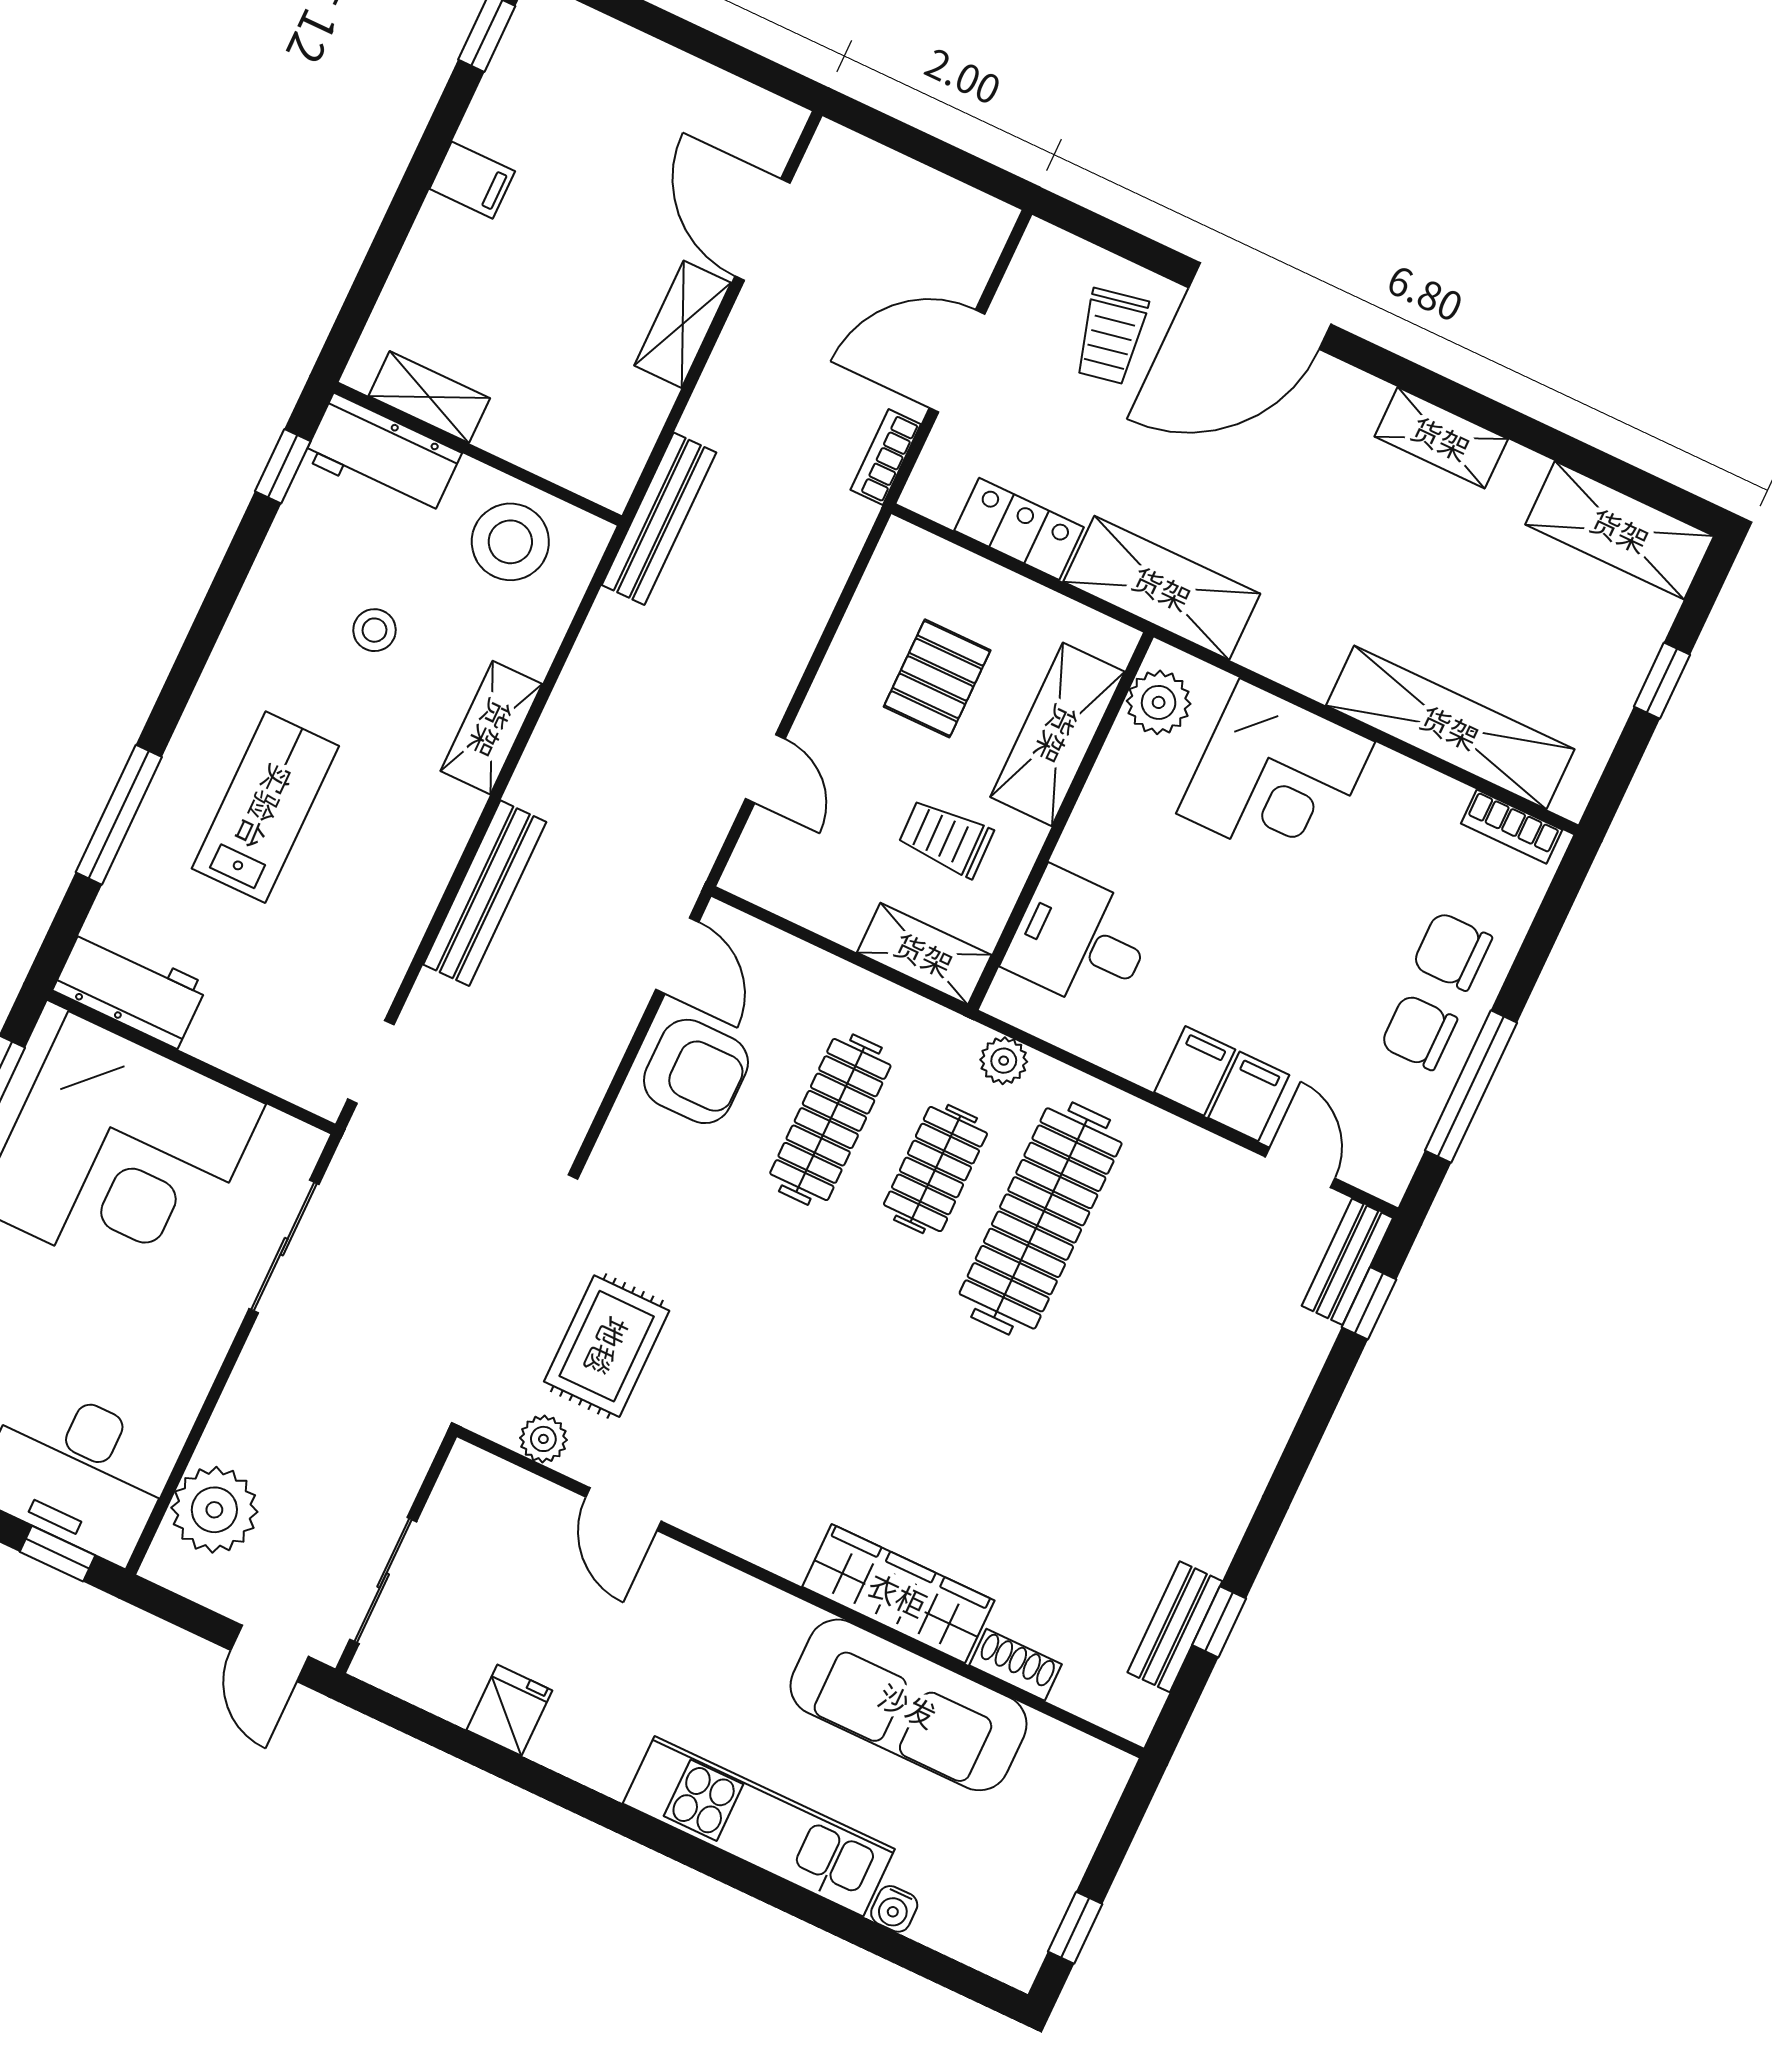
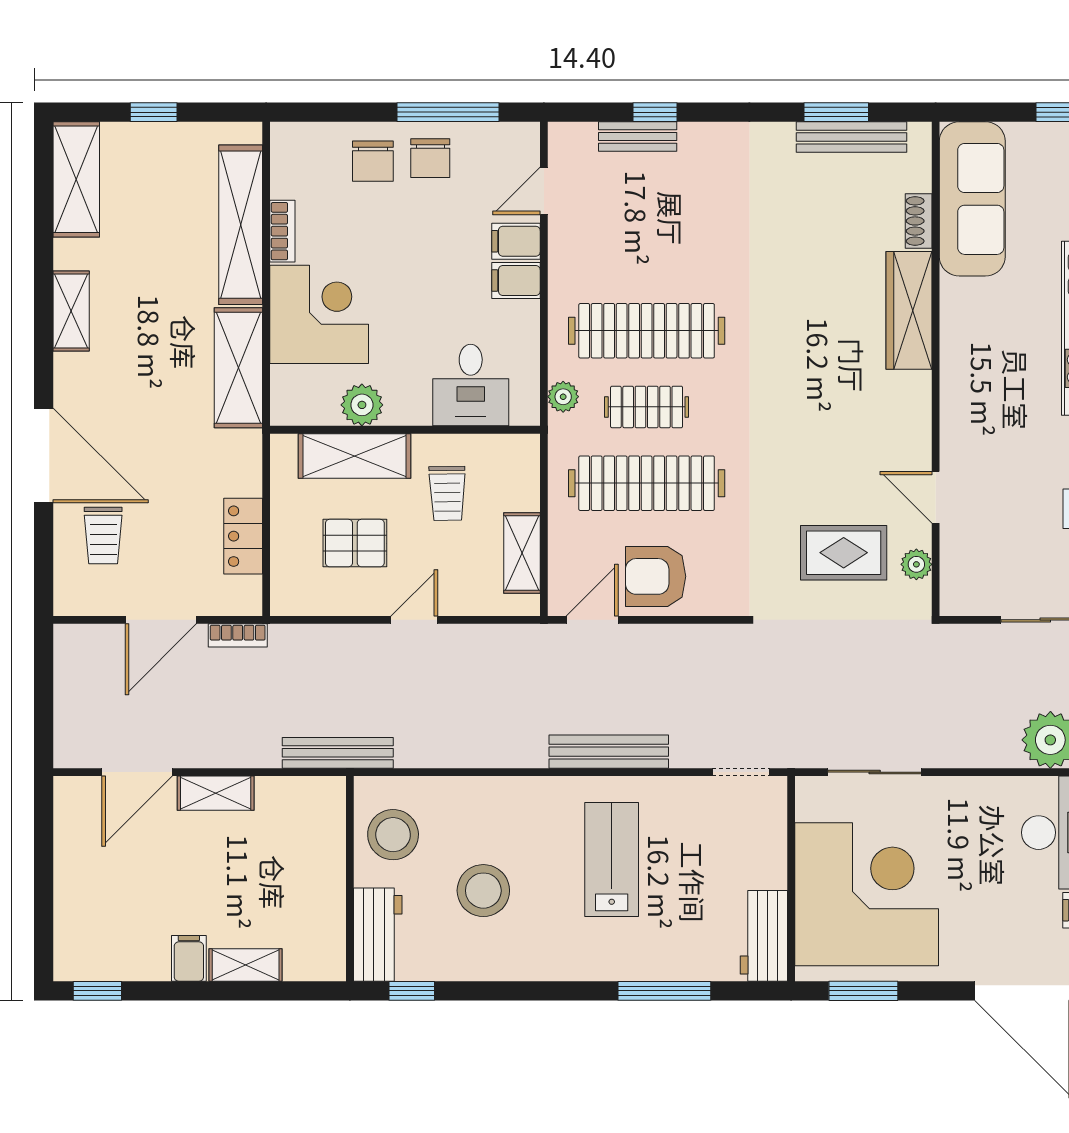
trolley: (1111, 336) -> (103, 535), turned 101
door: (957, 361) -> (161, 620), hinge flipped
shelving: (429, 397) -> (246, 965), moved, turned 90
shelving: (1162, 588) -> (238, 368), moved
stool: (374, 630) -> (483, 891), width x1.89, depth x1.89
plant: (1159, 702) -> (362, 405), moved
shelving: (491, 728) -> (509, 794), removed
door: (765, 769) -> (414, 620), moved
lab bench: (265, 807) -> (612, 860), moved, turned 90
bookcase: (1512, 827) -> (282, 231), moved
shelving: (924, 954) -> (522, 553), moved
armchair: (696, 1071) -> (656, 576), turned -90
clothes rail: (830, 1120) -> (647, 483), width x1.37, depth x1.31
bench: (1347, 1262) -> (638, 136), moved
window: (1369, 1303) -> (655, 112), moved
door: (623, 1509) -> (936, 497), swing flipped
window: (1219, 1622) -> (836, 112), width x1.50
bench: (1175, 1627) -> (851, 137), width x1.36
sofa: (908, 1705) -> (972, 199), moved

